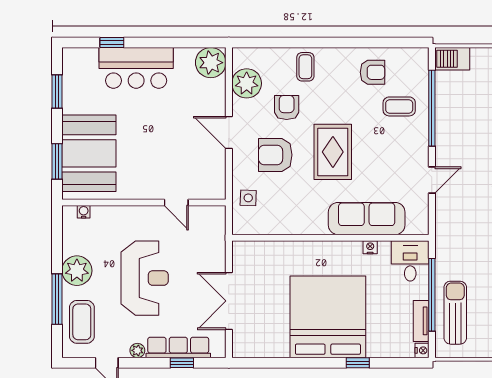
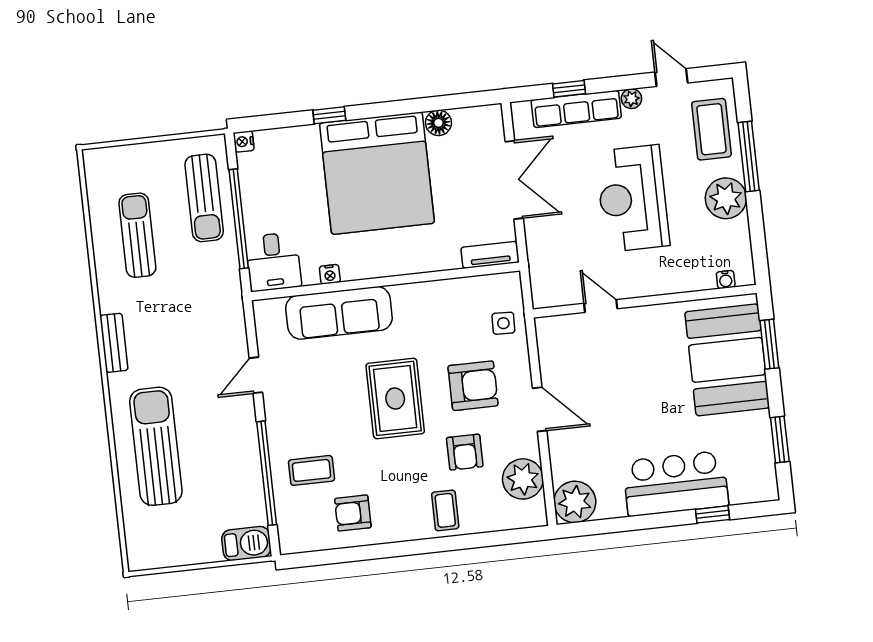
tv unit: (421, 321) -> (490, 255), moved, turned -90
floor lamp: (279, 348) -> (438, 123), added

